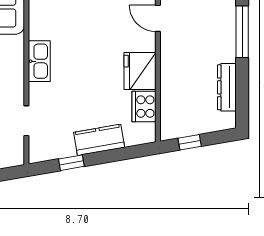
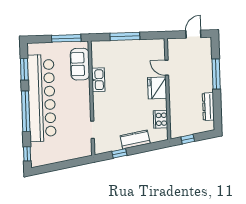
kitchen sink: (39, 61) -> (98, 80), moved
fridge: (140, 71) -> (157, 88), moved

